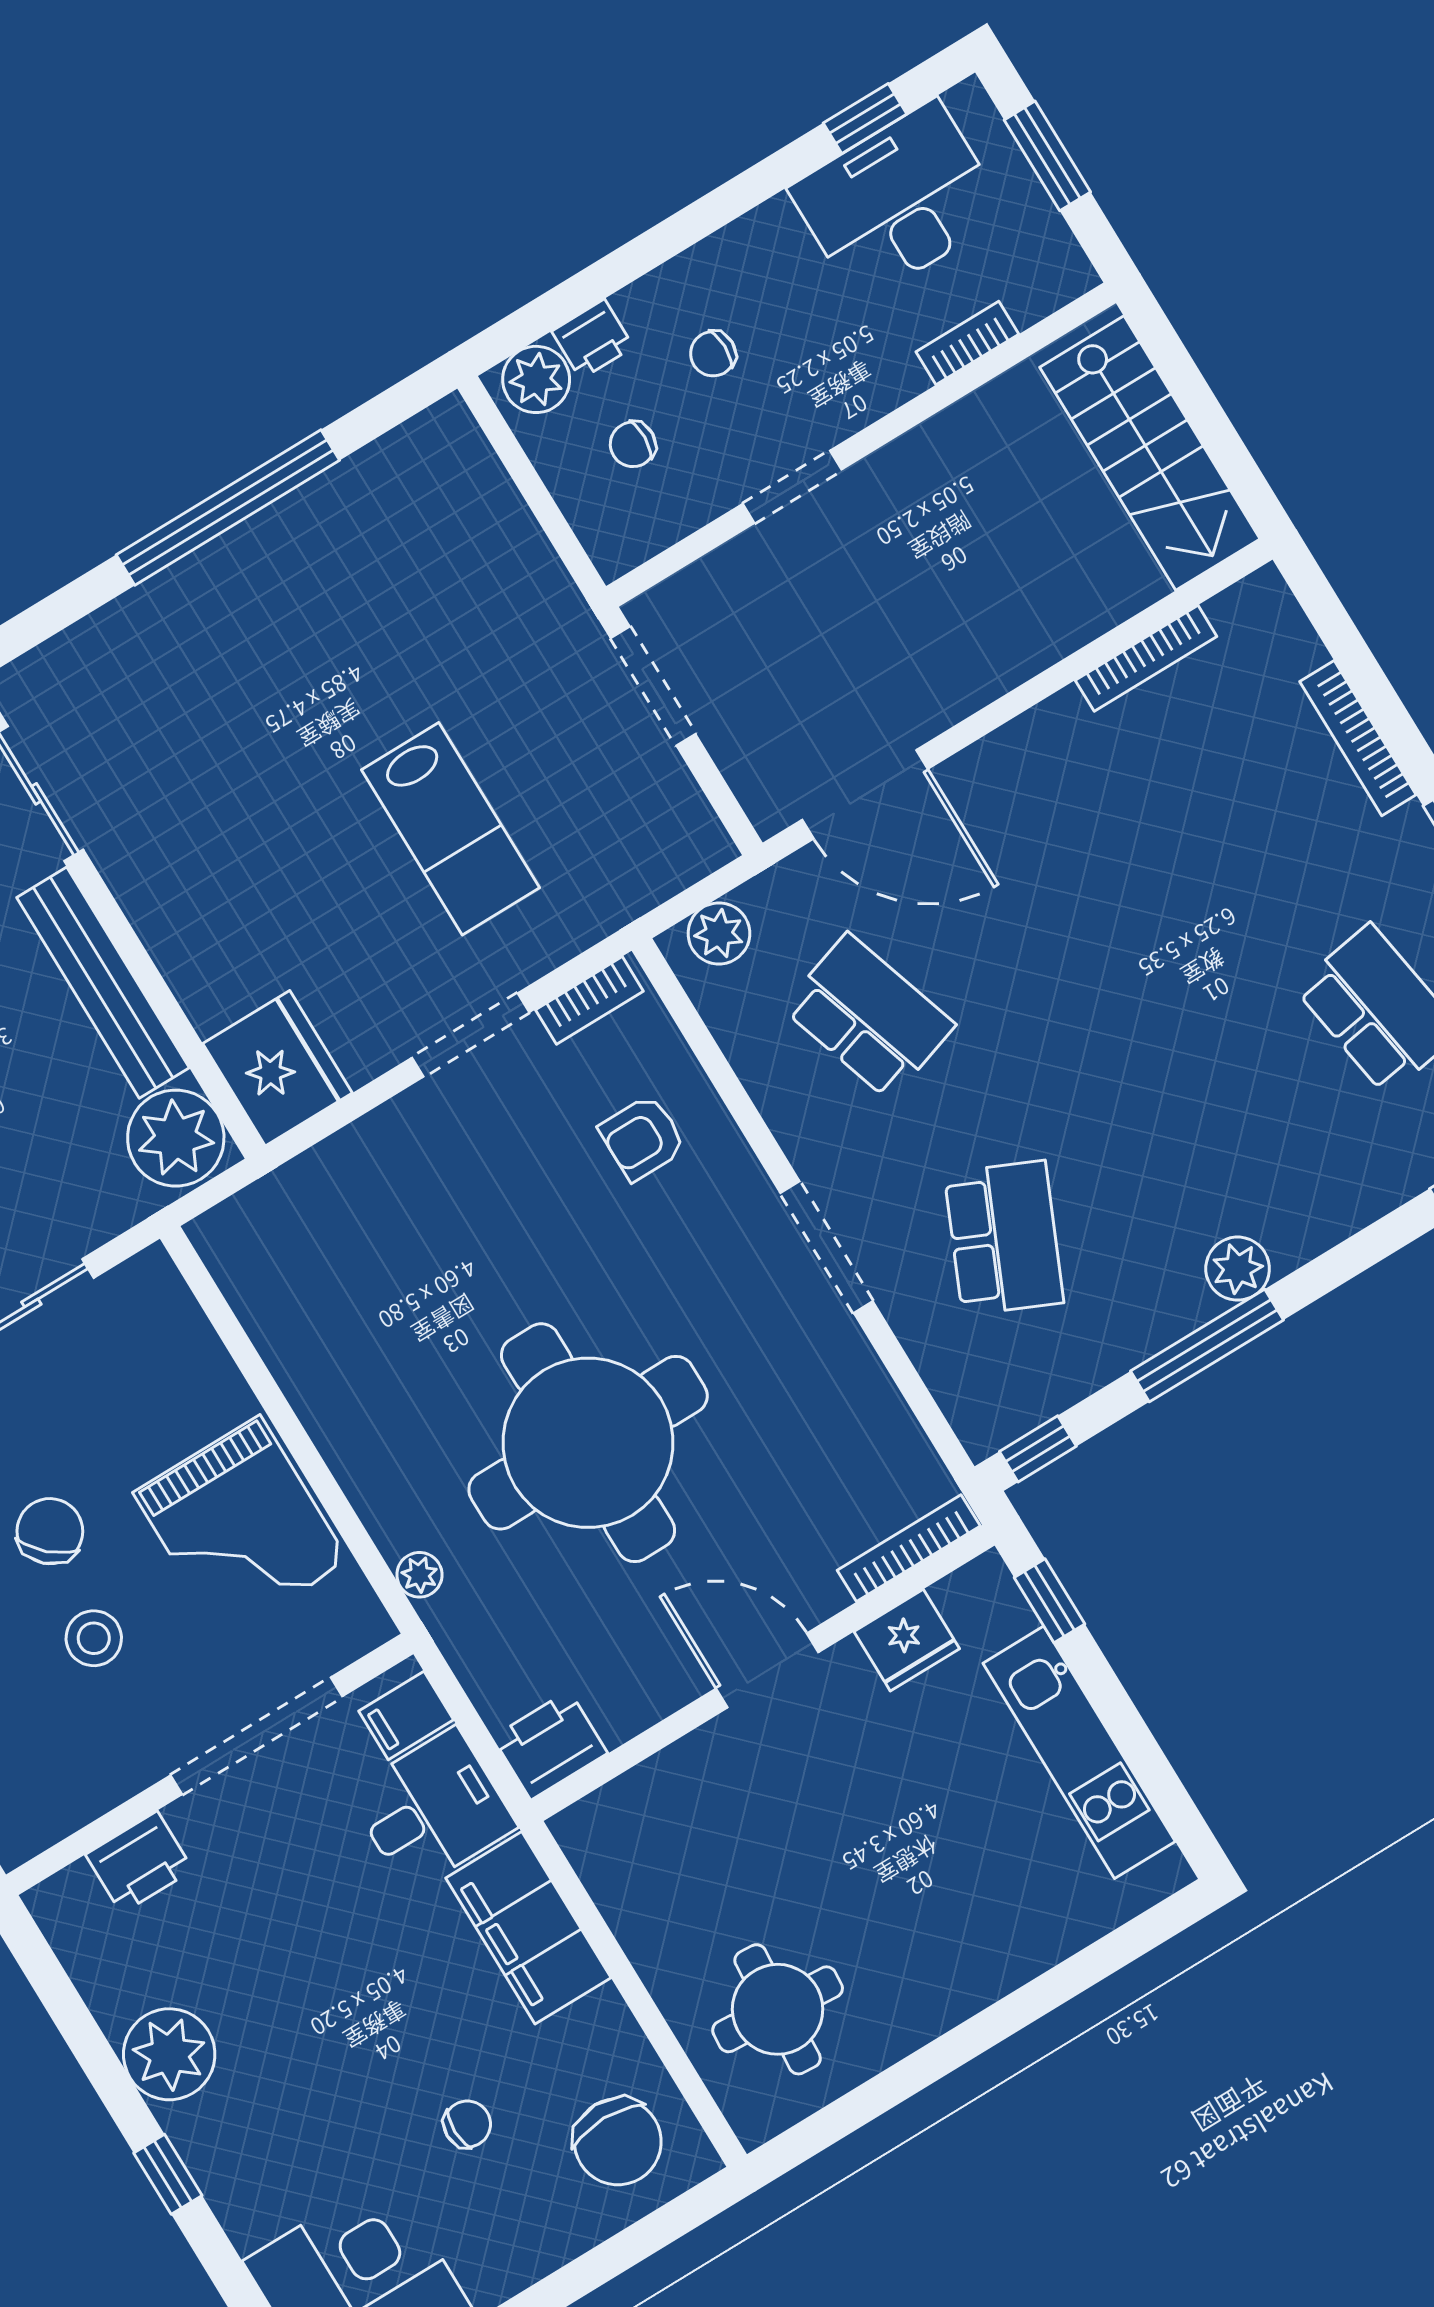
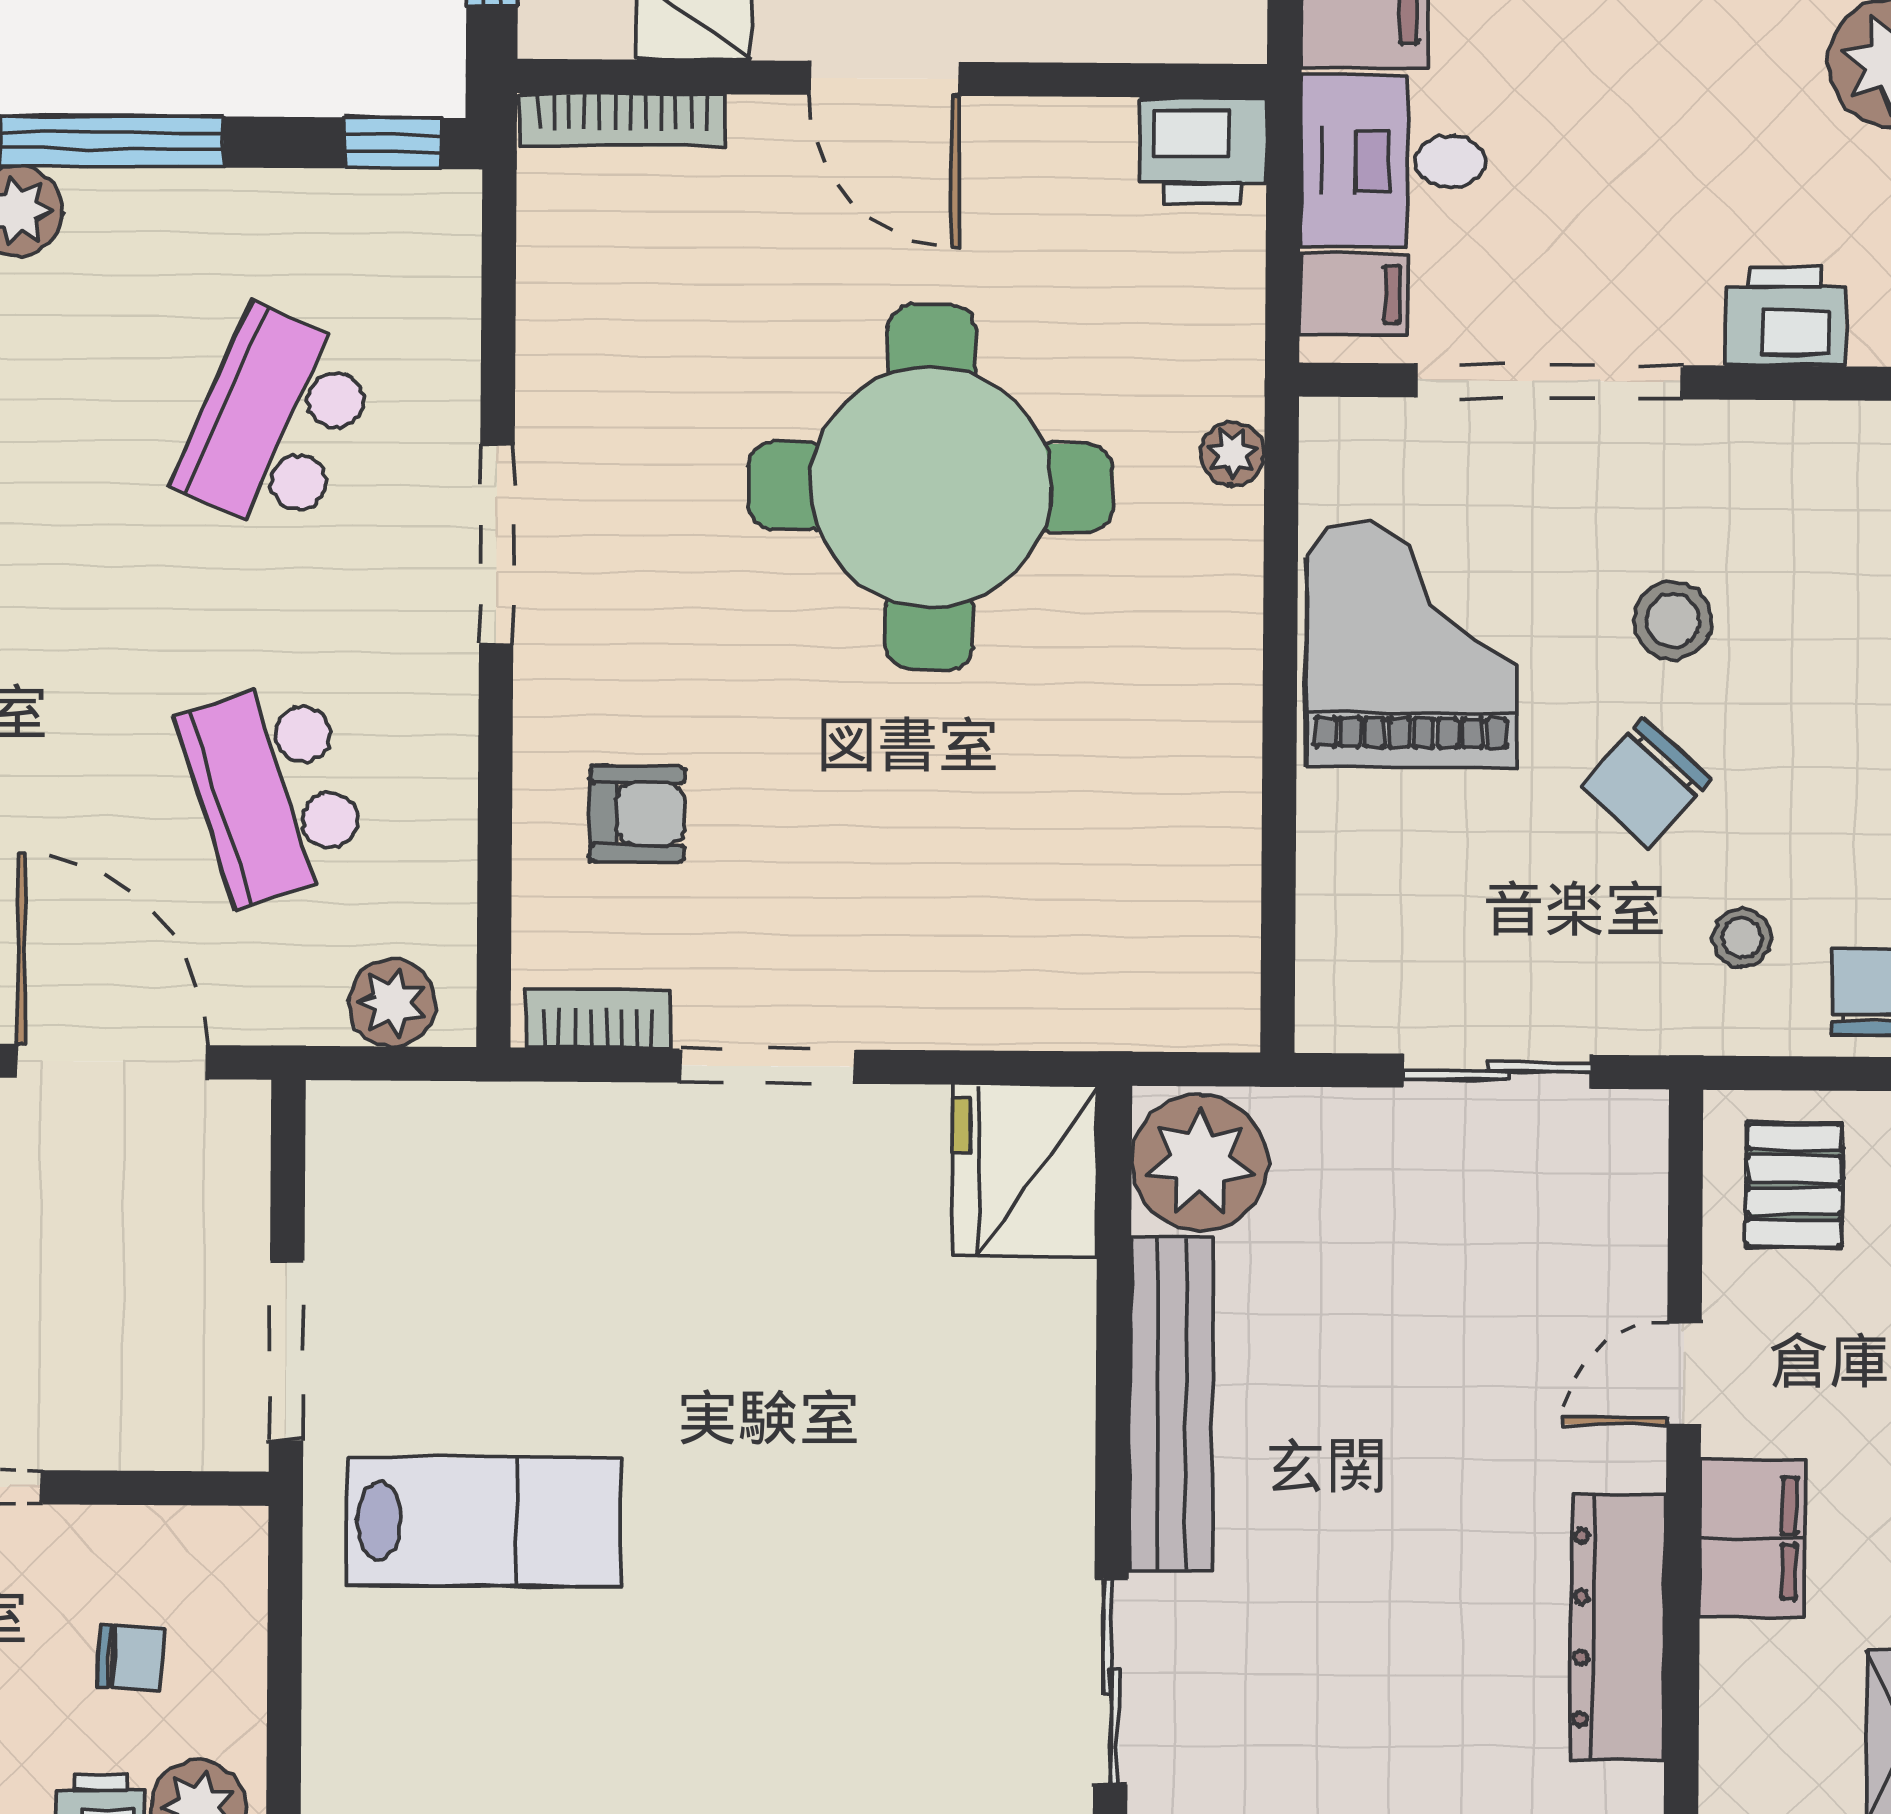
lab bench: (451, 829) -> (484, 1522), moved, turned 90

